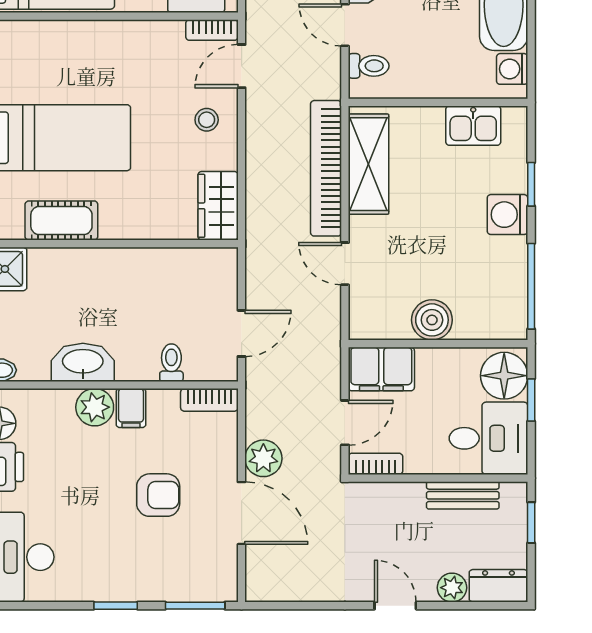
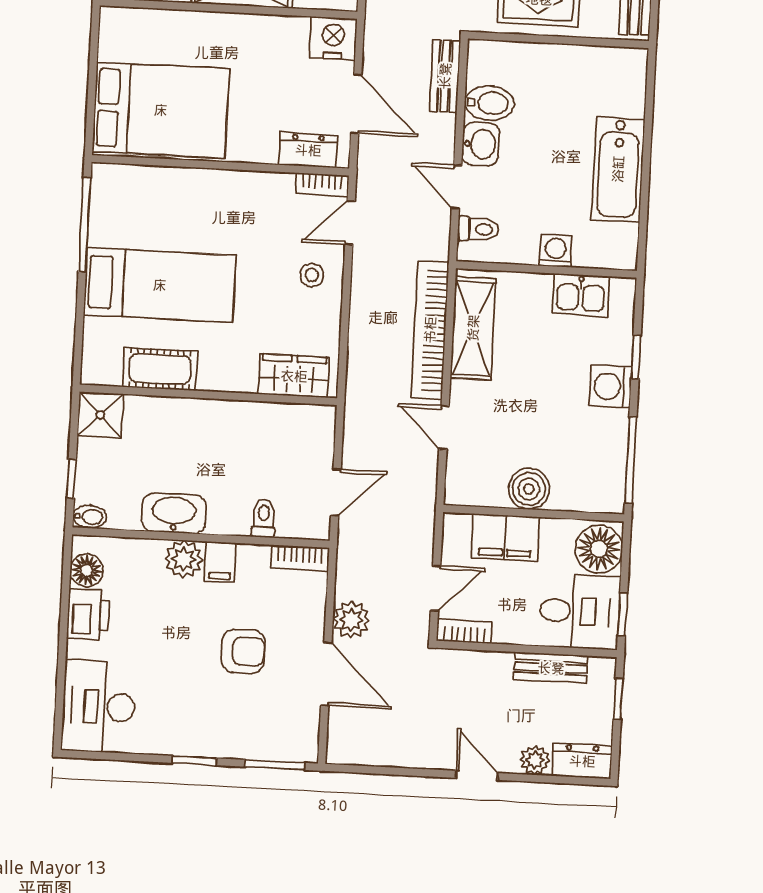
washing machine: (512, 69) -> (556, 251), moved, turned 90
wardrobe: (218, 206) -> (294, 376), moved, turned 90
filing cabinet: (381, 369) -> (505, 537), moved
window: (531, 400) -> (623, 614), moved

